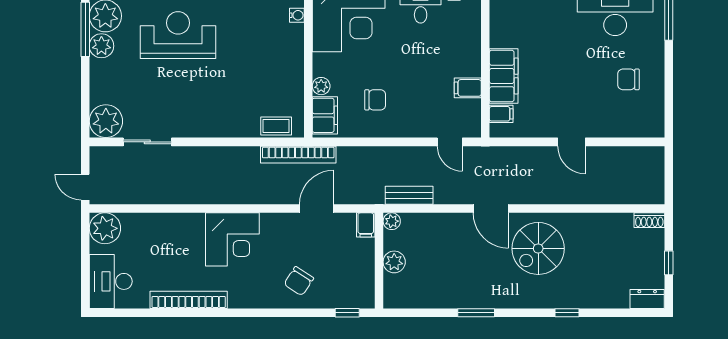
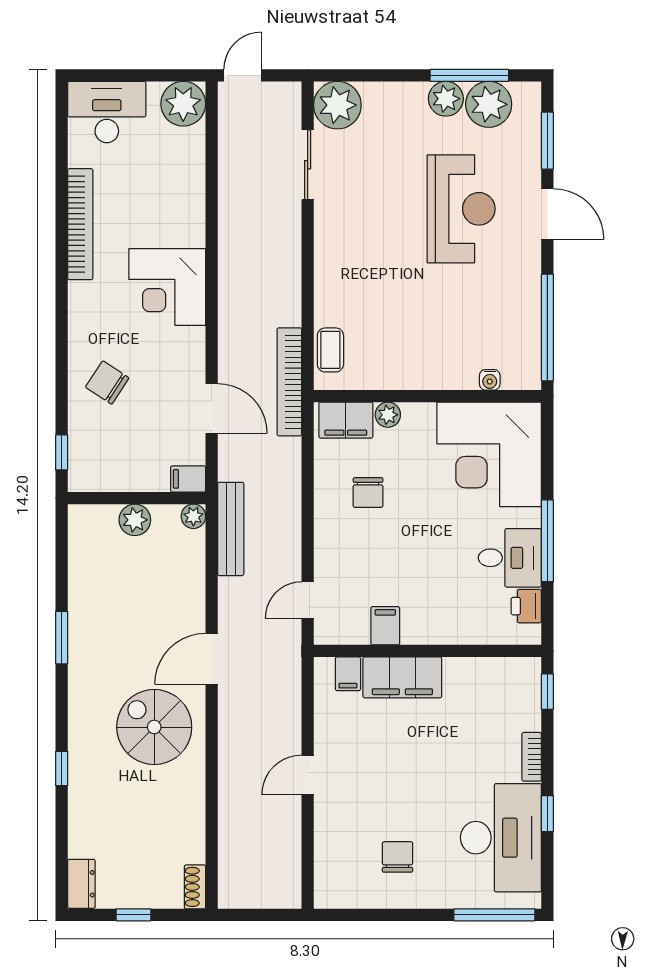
bench: (409, 195) -> (231, 529), width x1.36

